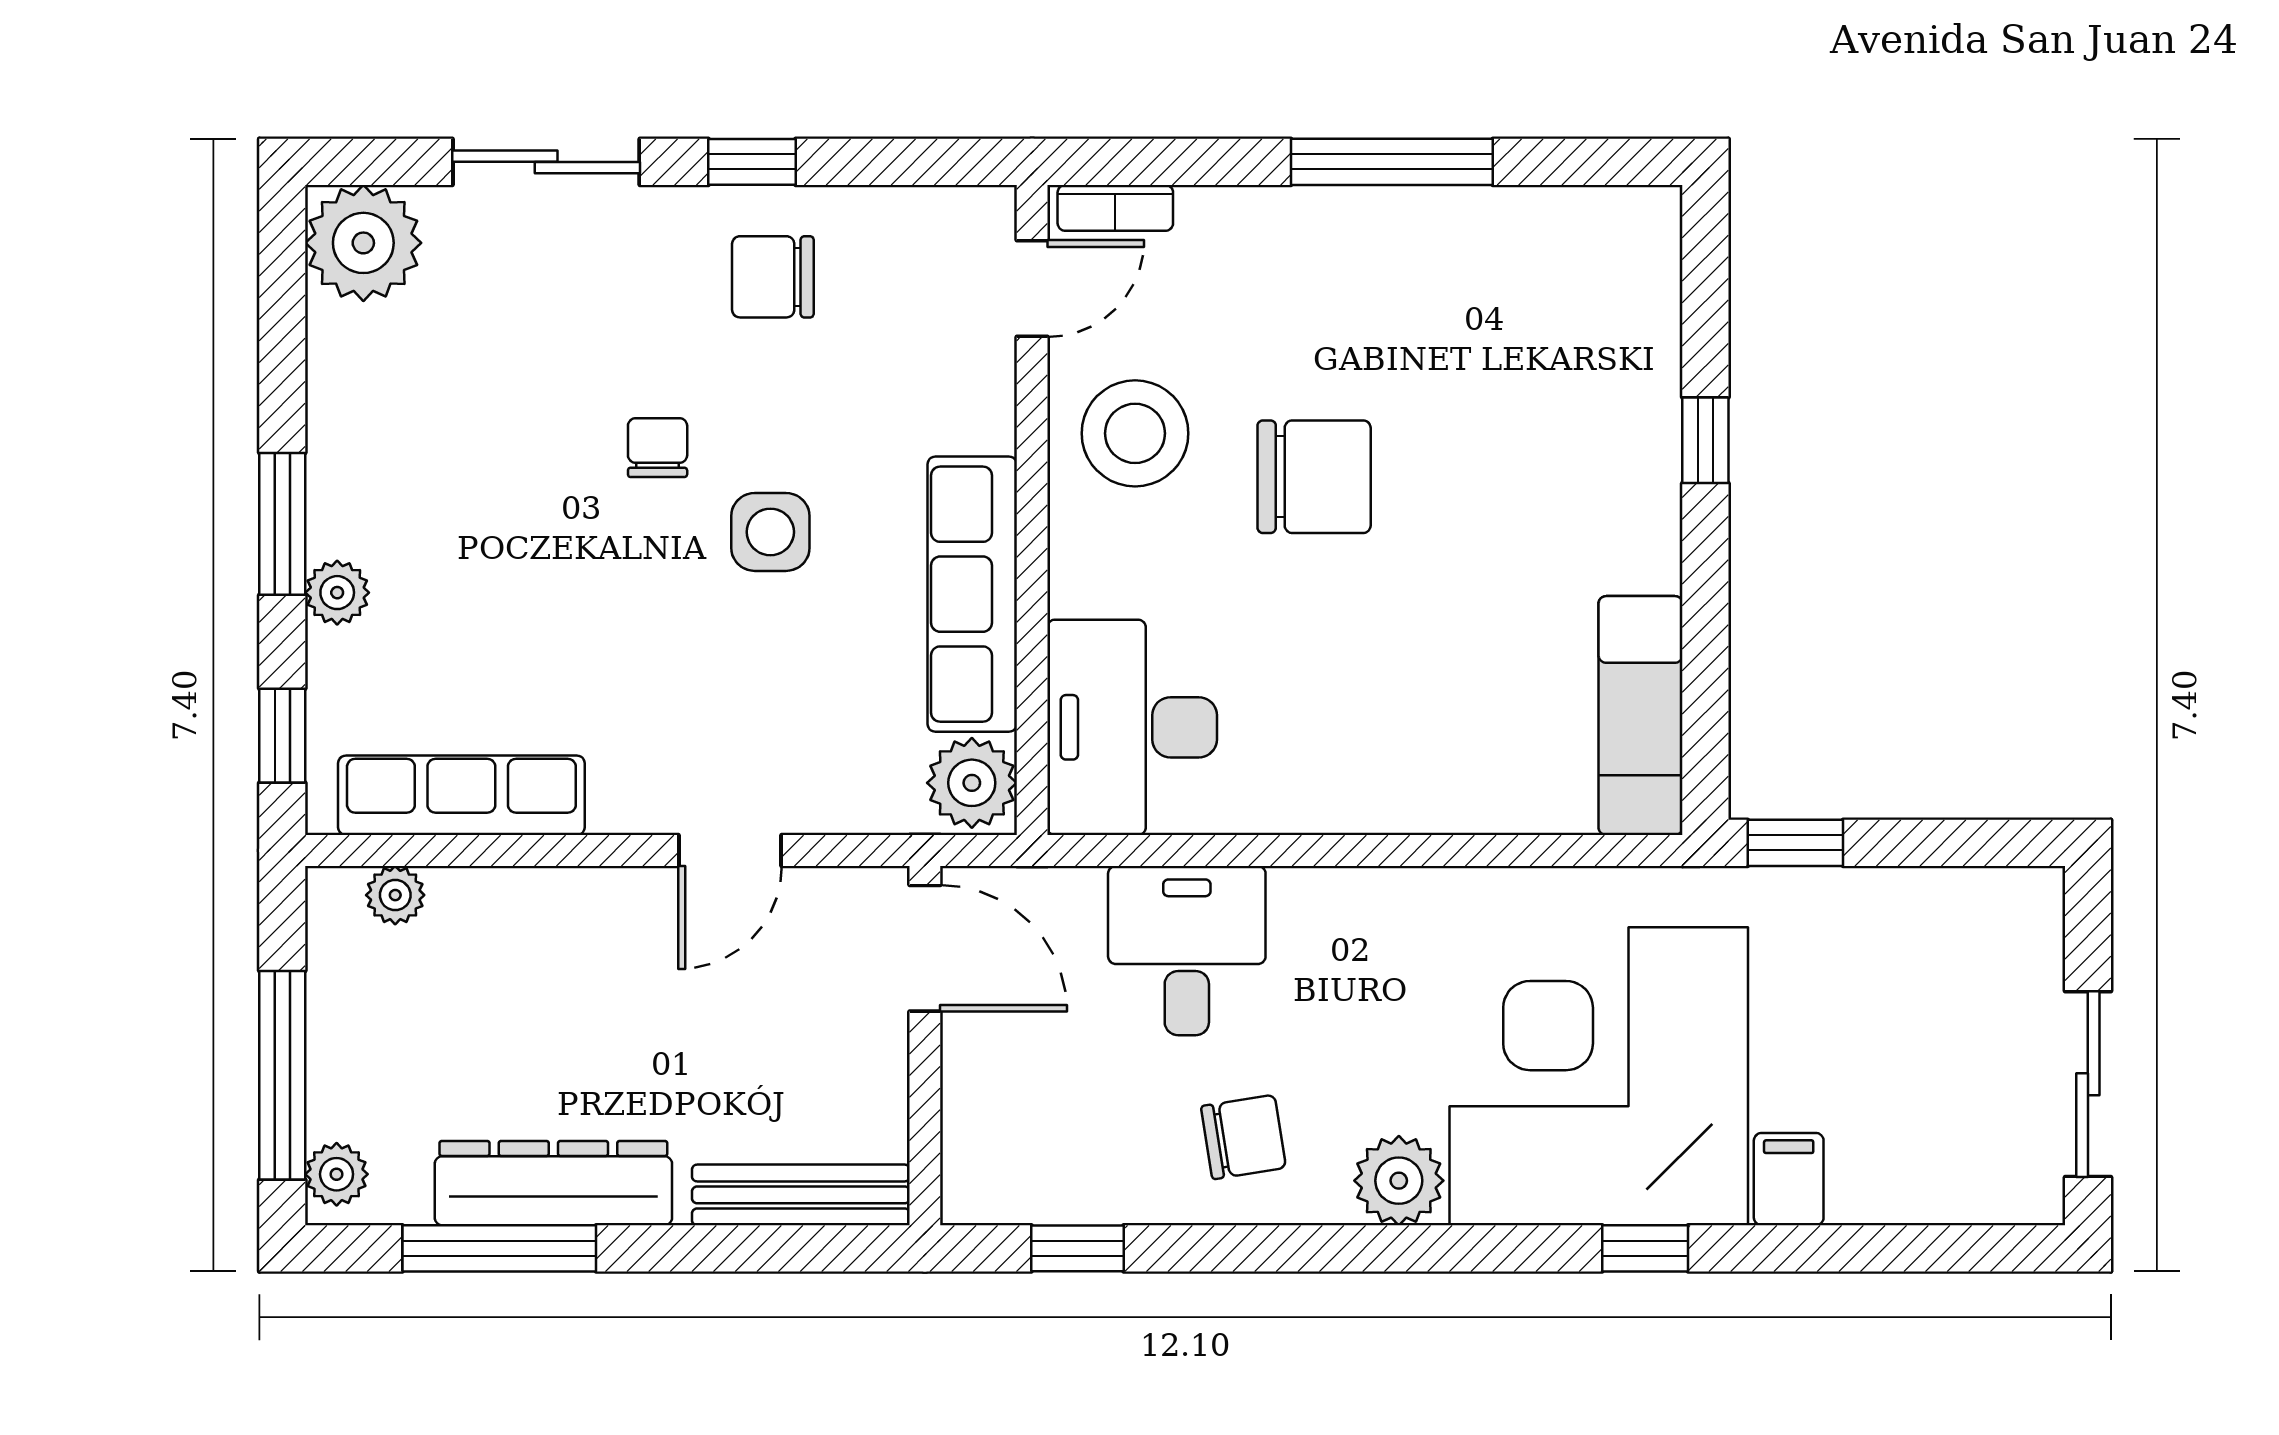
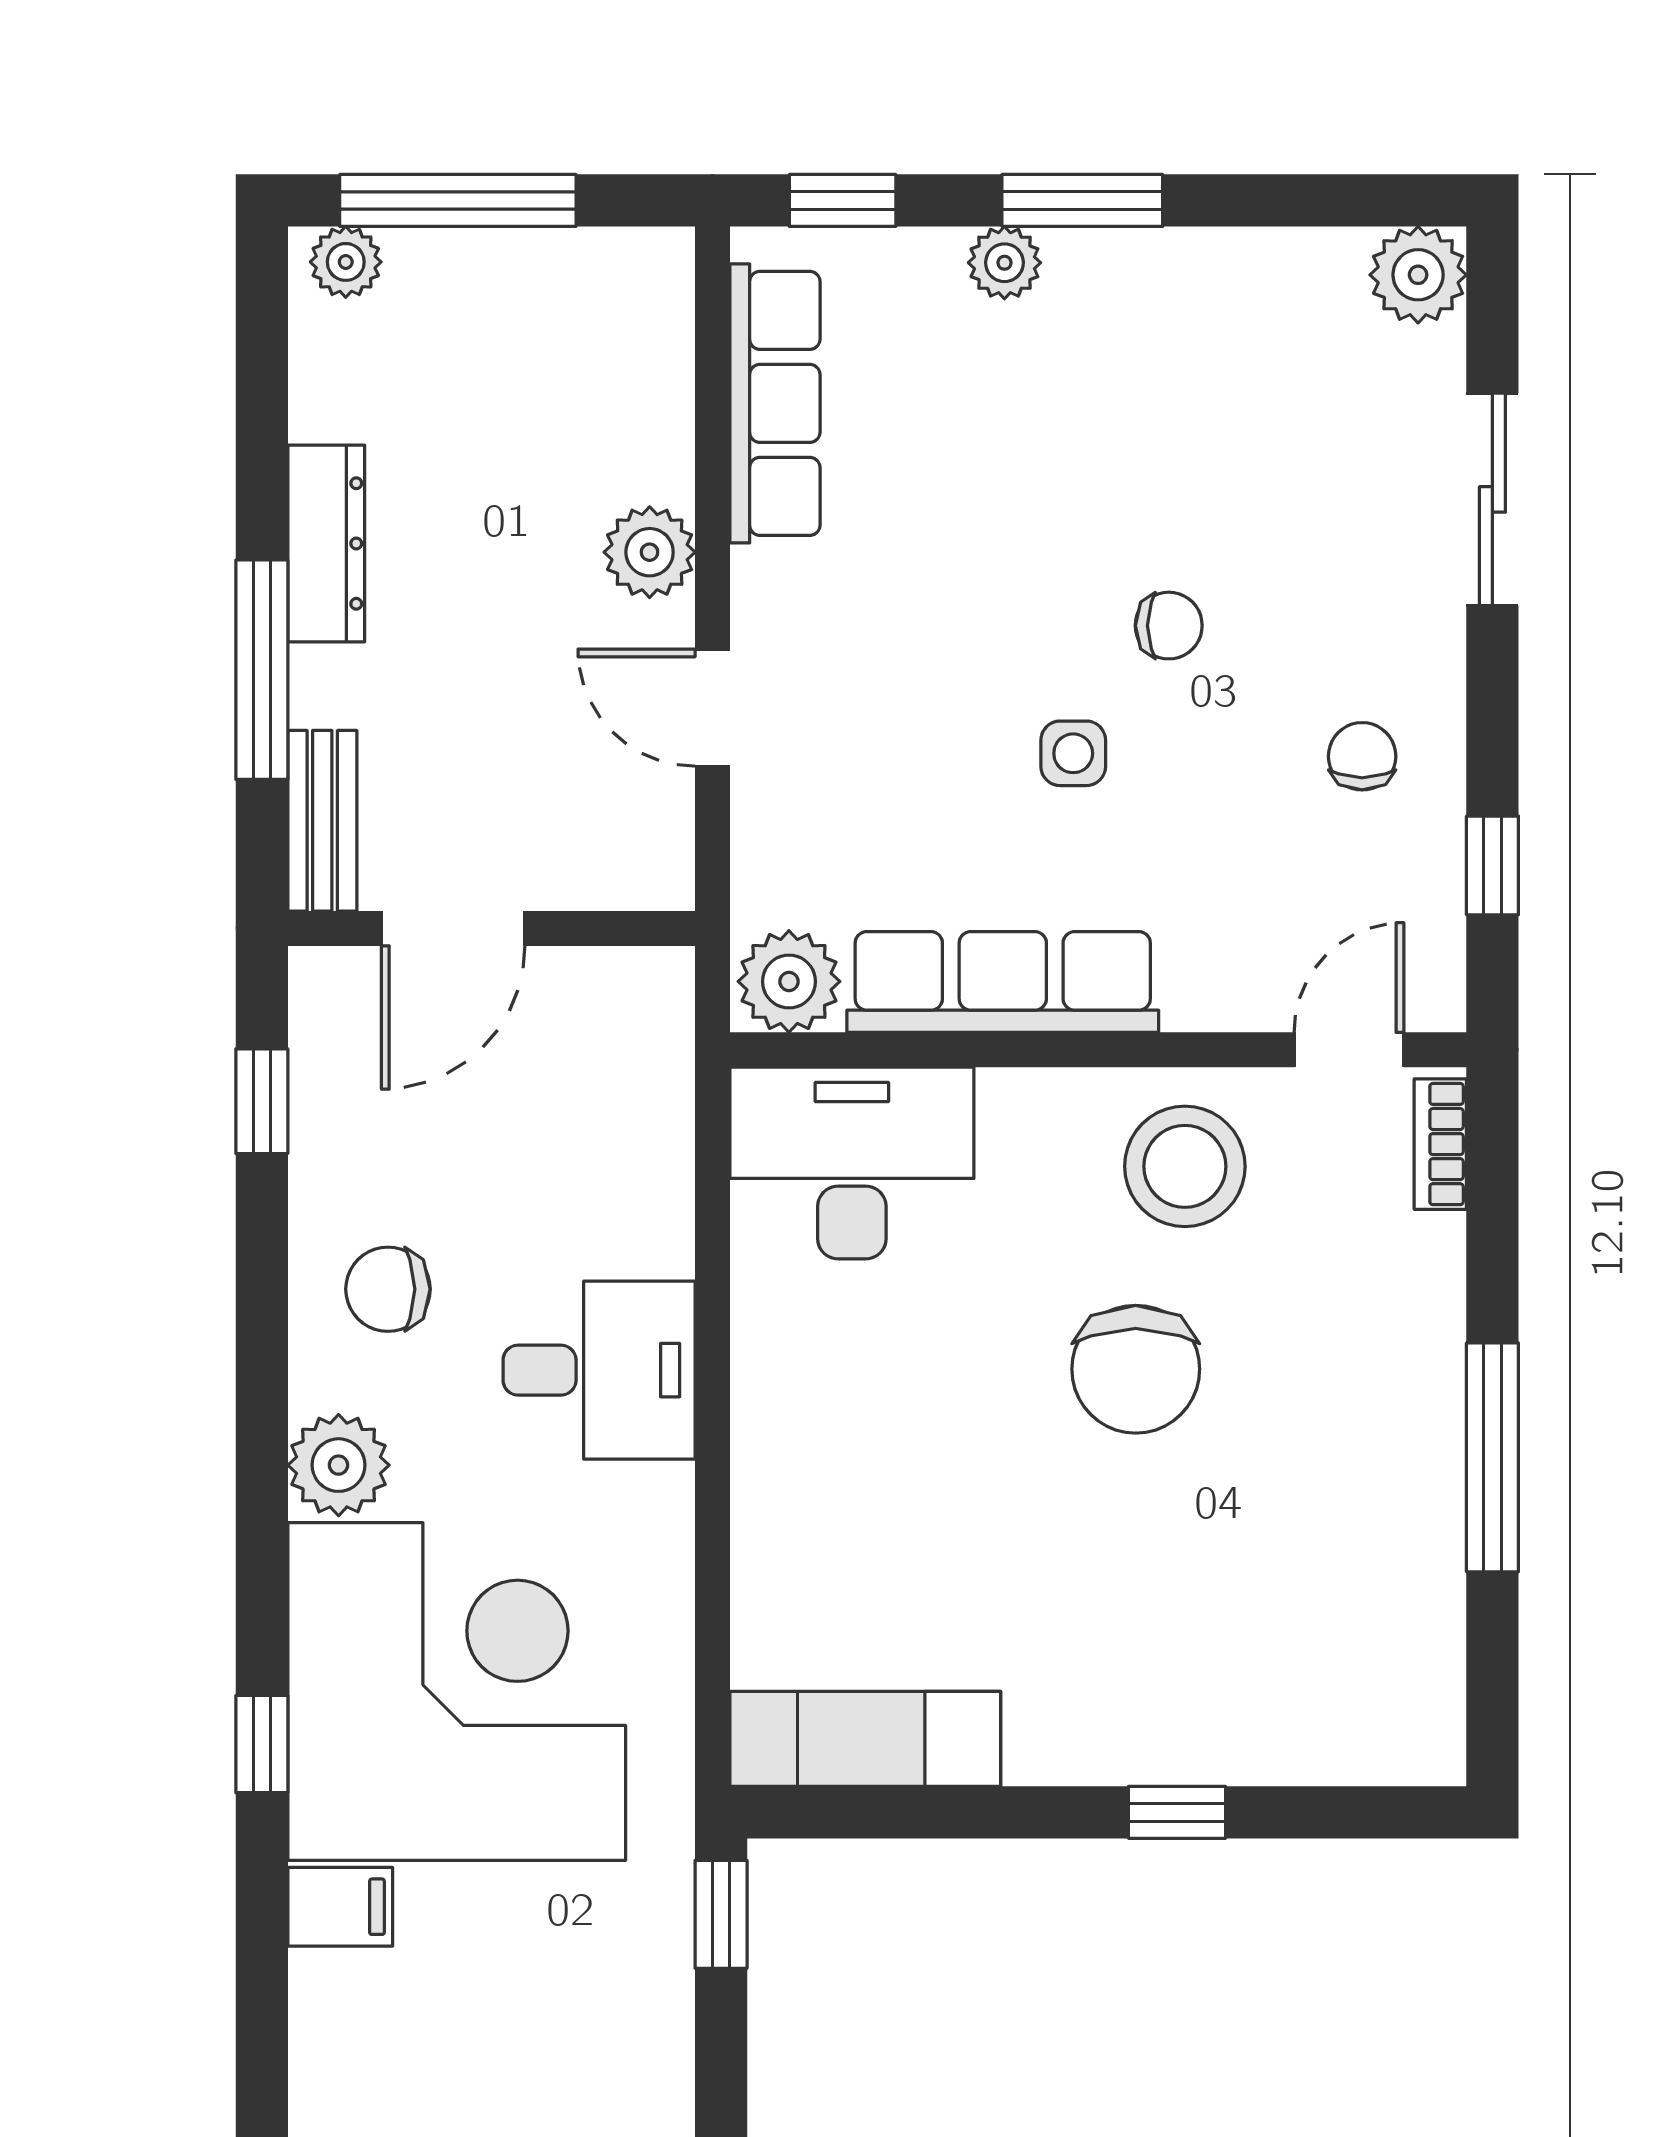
window: (752, 162) -> (1492, 865), moved
plant: (363, 243) -> (1418, 275), width x0.73, depth x0.73
chair: (773, 277) -> (1362, 756), width x0.73, depth x0.73
door: (1032, 288) -> (1349, 1050), swing flipped
side table: (770, 532) -> (1073, 753), width x0.73, depth x0.73
plant: (395, 895) -> (650, 552), moved, width x1.38, depth x1.38
door: (925, 948) -> (453, 928), moved
desk: (1187, 951) -> (599, 1370), moved
chair: (1243, 1137) -> (388, 1289), turned 99
dresser: (553, 1183) -> (326, 544), width x0.73, depth x0.80
bench: (801, 1195) -> (322, 821), width x0.73
window: (499, 1248) -> (262, 670), moved

